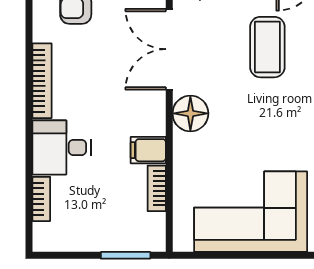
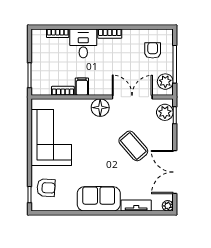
coffee table: (267, 47) -> (133, 146), turned 49
bookcase: (42, 81) -> (110, 34), width x0.64

